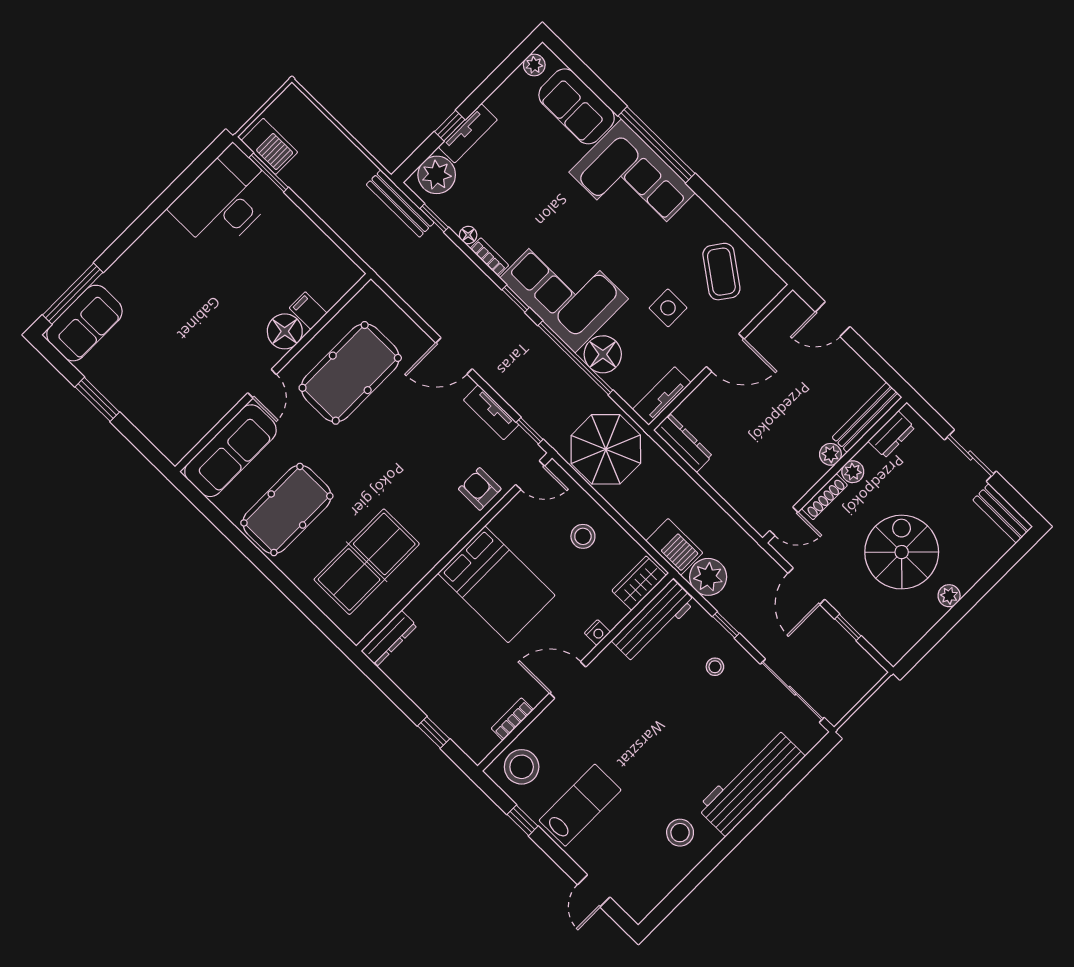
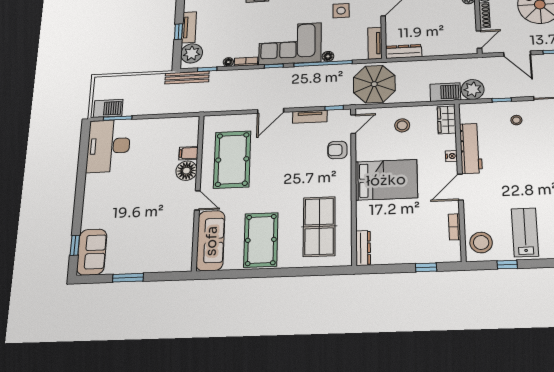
window: (73, 294) -> (75, 245), width x0.46
floor lamp: (603, 354) -> (328, 56), width x0.53, depth x0.53
workbench: (653, 621) -> (471, 148), moved

